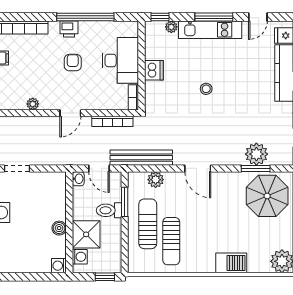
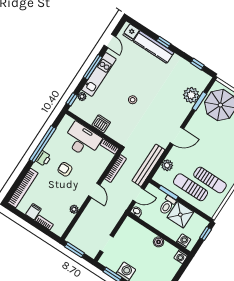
shower: (86, 234) -> (180, 215), moved

